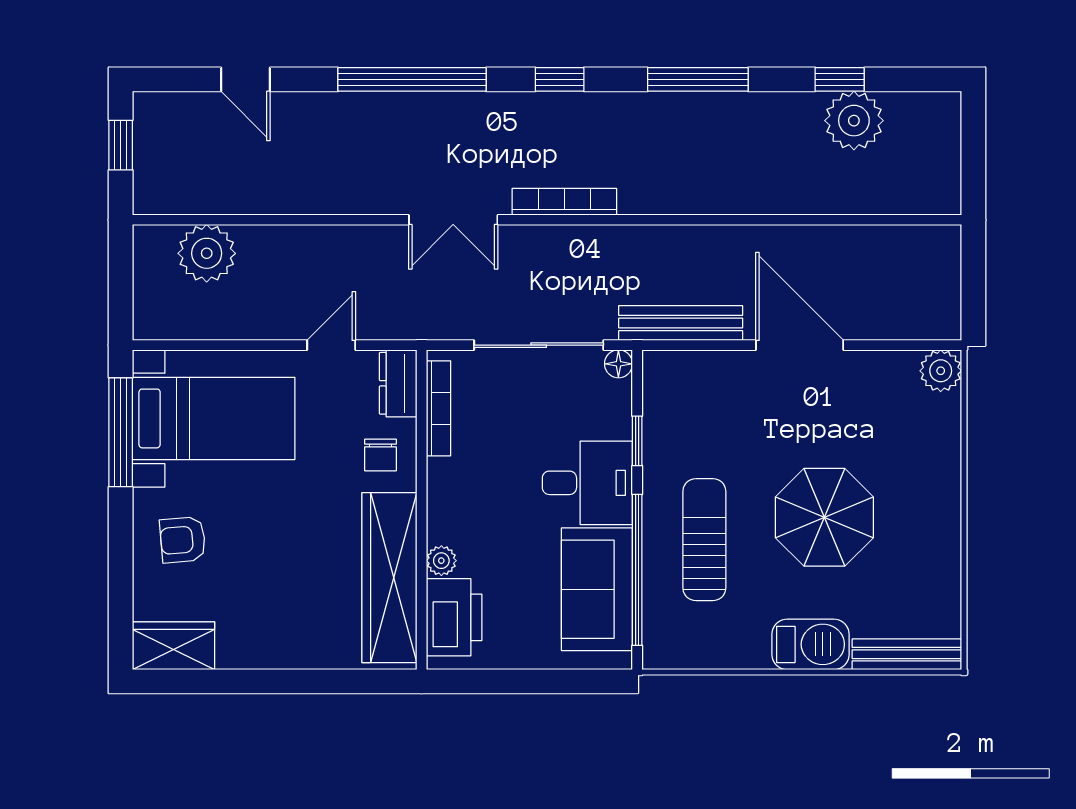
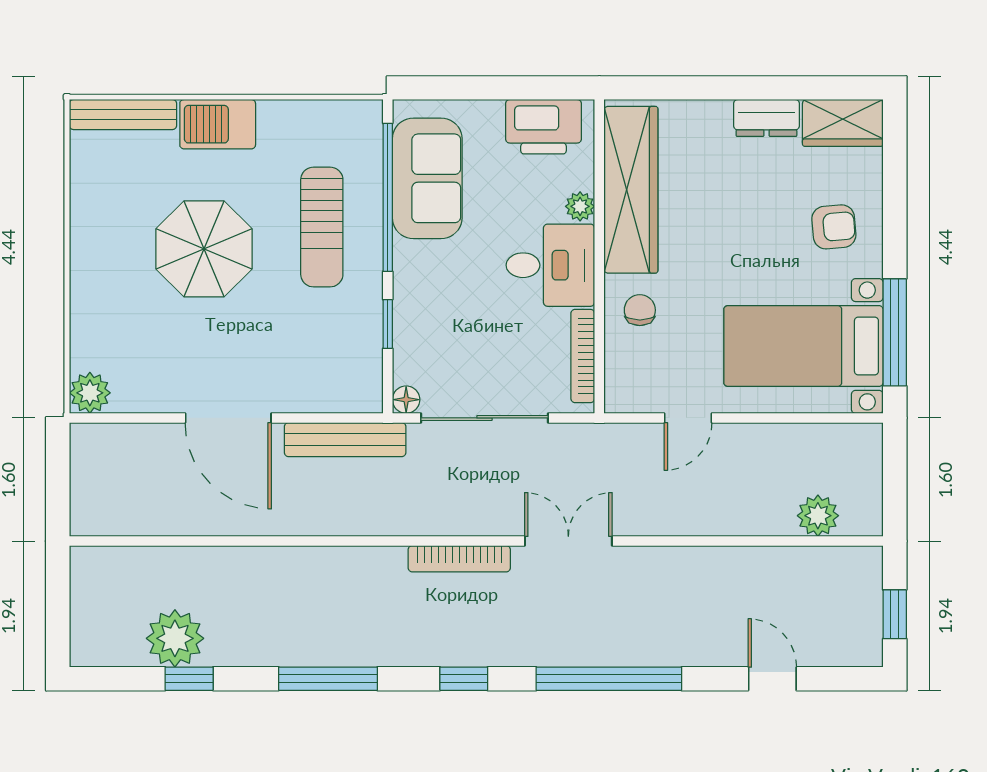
plant: (207, 253) -> (818, 516), width x0.73, depth x0.73
dresser: (398, 383) -> (766, 118), moved, turned 90
desk: (587, 483) -> (550, 265), moved, turned 180
printer: (454, 617) -> (544, 127), moved, turned -90

